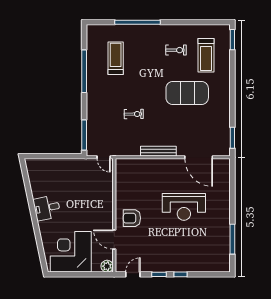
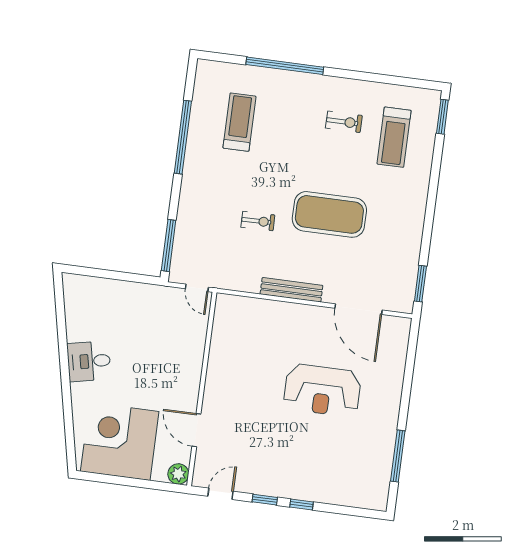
exercise mat: (187, 93) -> (329, 214), moved
armchair: (132, 218) -> (231, 398), removed

